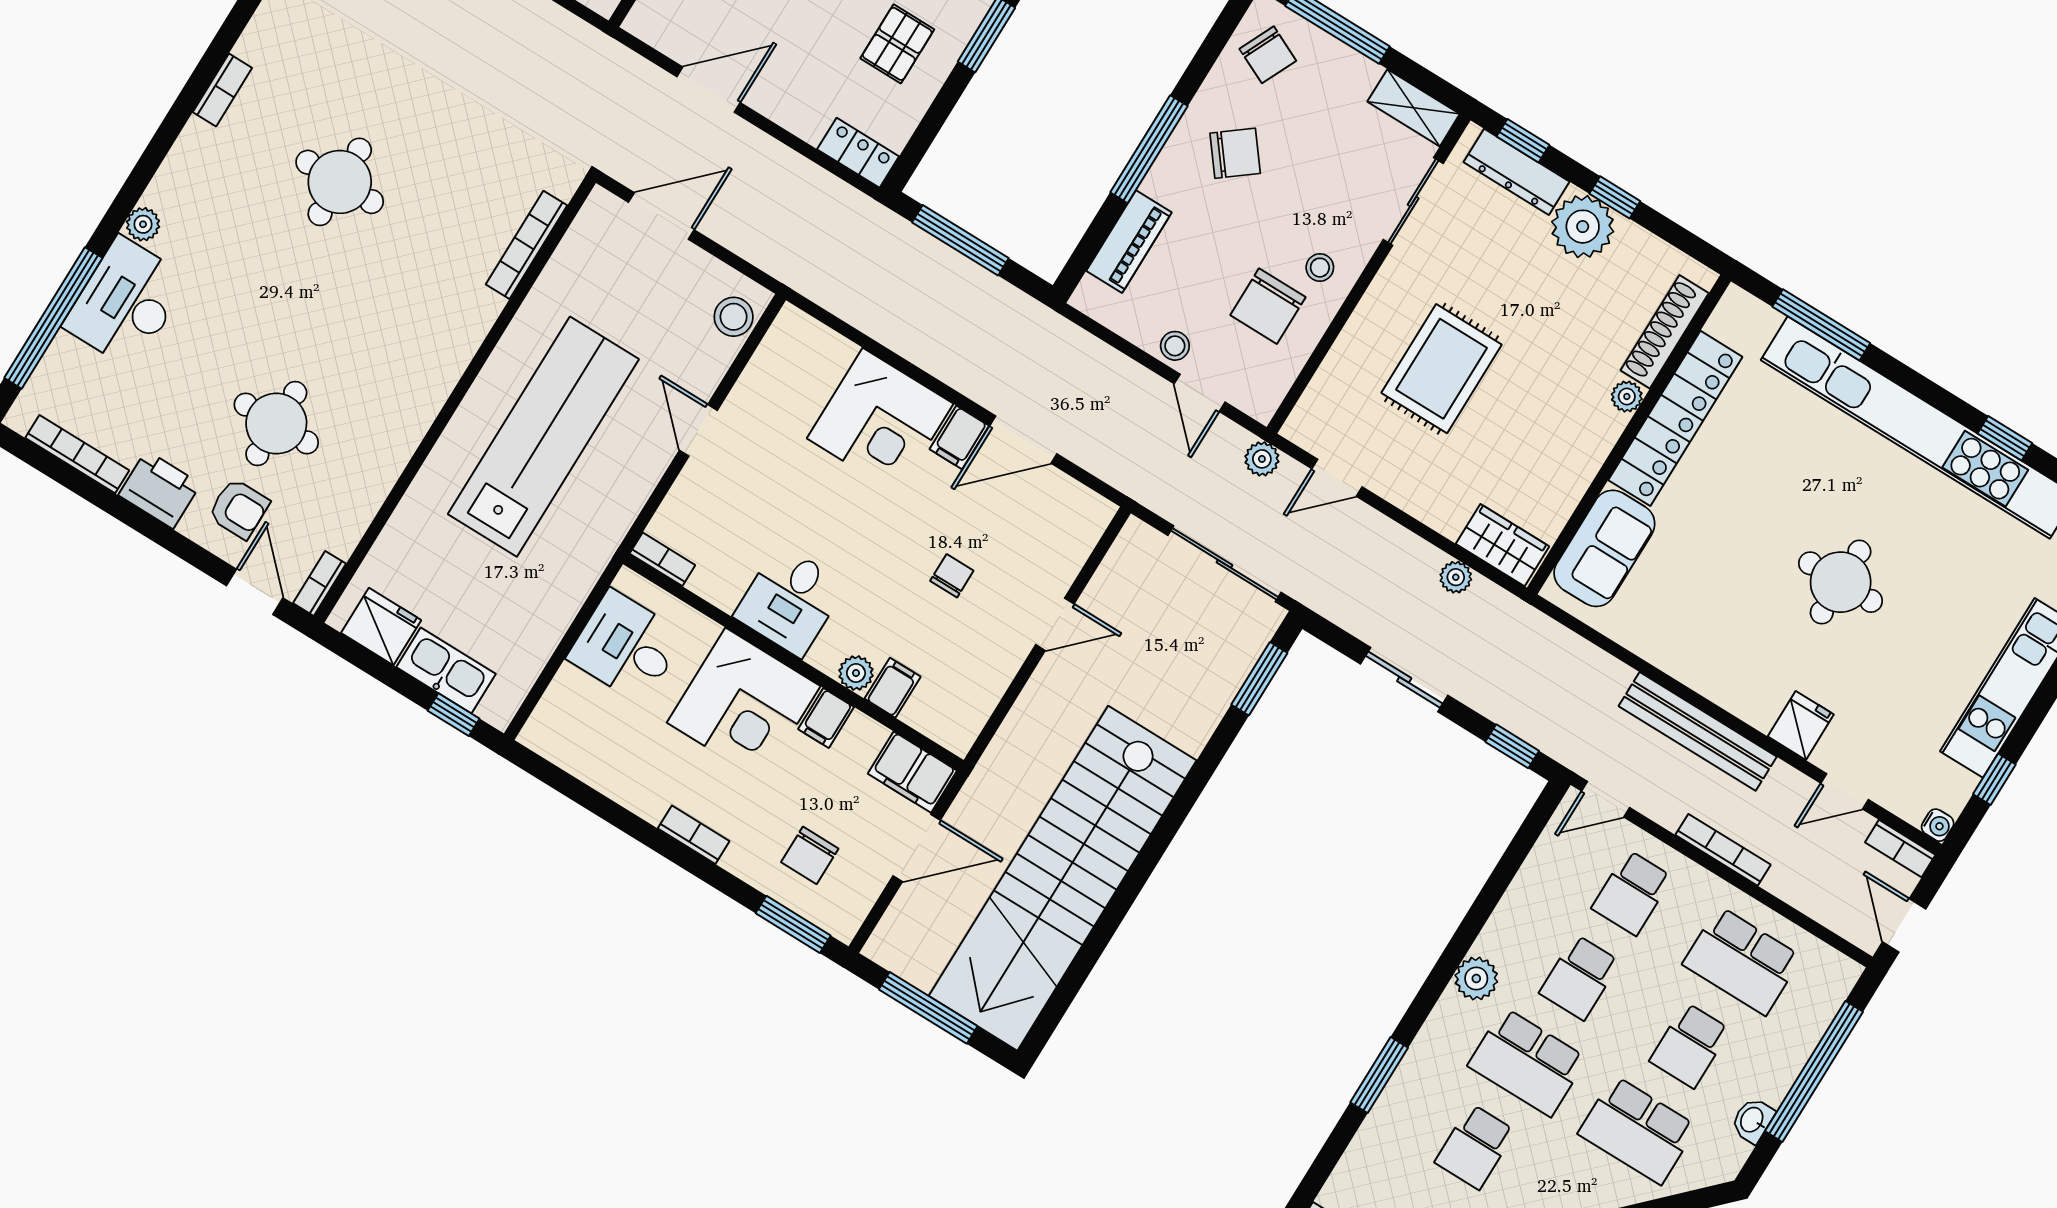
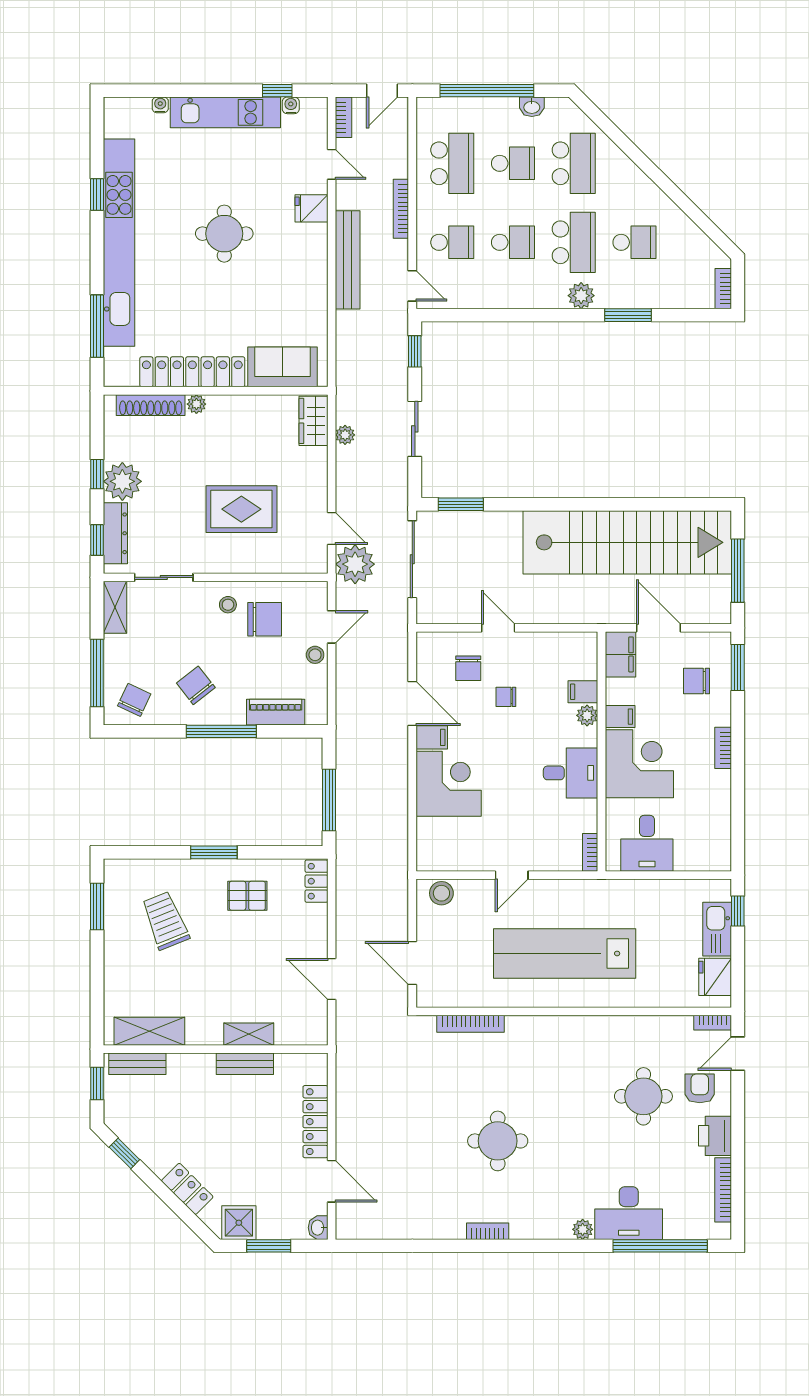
plant: (1262, 459) -> (355, 564), width x1.88, depth x1.88
chair: (1024, 548) -> (468, 668), added
water cooler: (1938, 825) -> (291, 105), moved
chair: (810, 855) -> (697, 681), turned 180
plant: (1476, 979) -> (581, 296), moved

